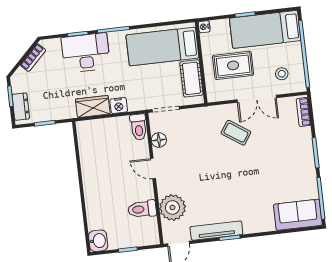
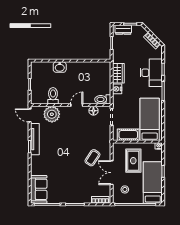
washbasin: (98, 241) -> (60, 67), moved

